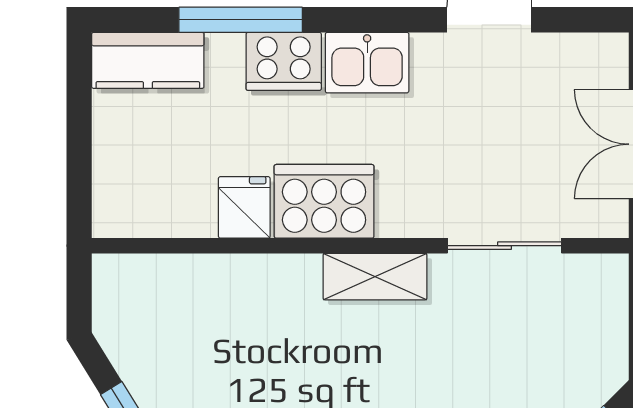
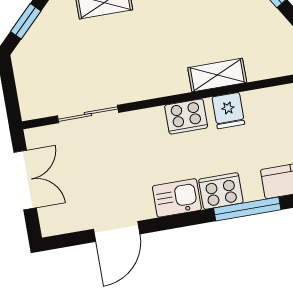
cooker: (324, 201) -> (186, 116), width x0.73, depth x0.76
shelving: (375, 277) -> (217, 75), moved

